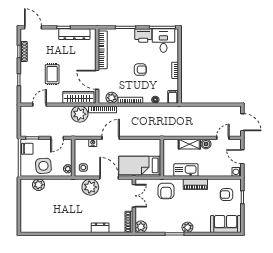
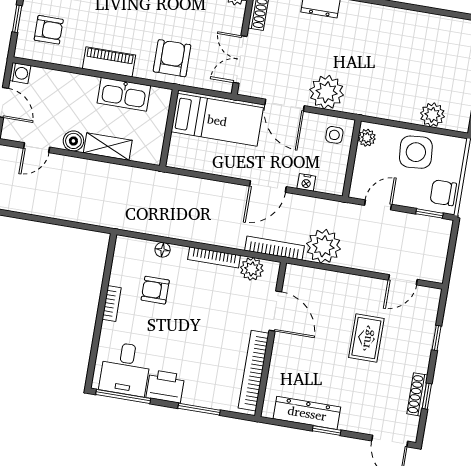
armchair: (140, 70) -> (155, 290), moved
wardrobe: (78, 97) -> (320, 281), removed
filing cabinet: (173, 97) -> (126, 250), removed

